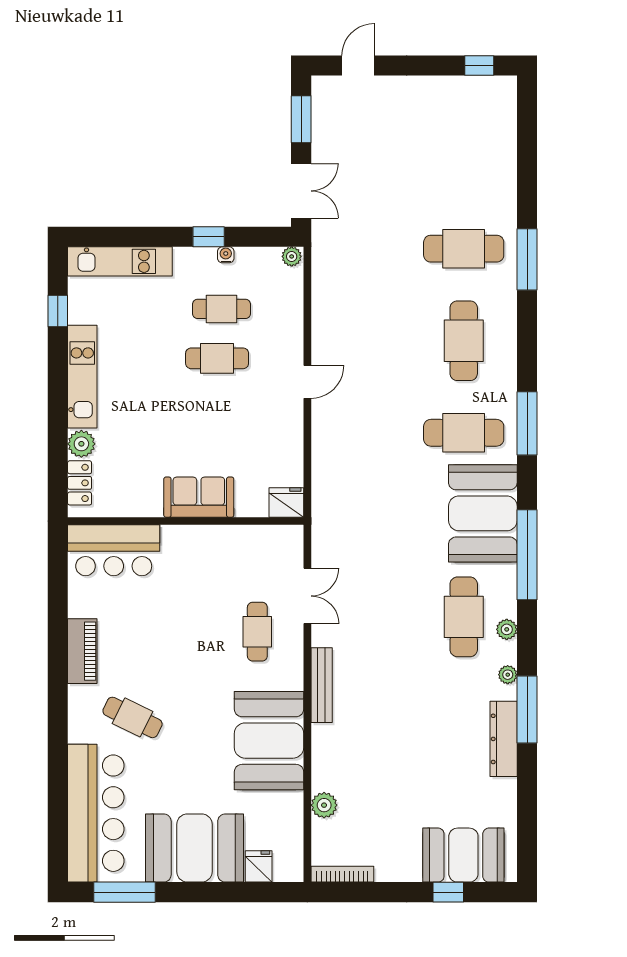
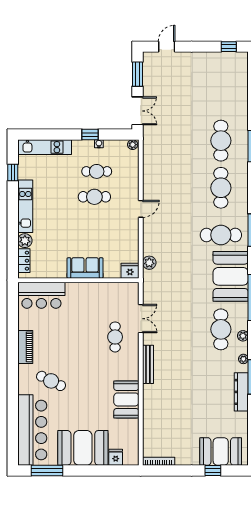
cafe table: (464, 249) -> (221, 141), turned 90
booth: (269, 741) -> (126, 399), width x0.73, depth x0.70
plant: (324, 805) -> (149, 263), moved

